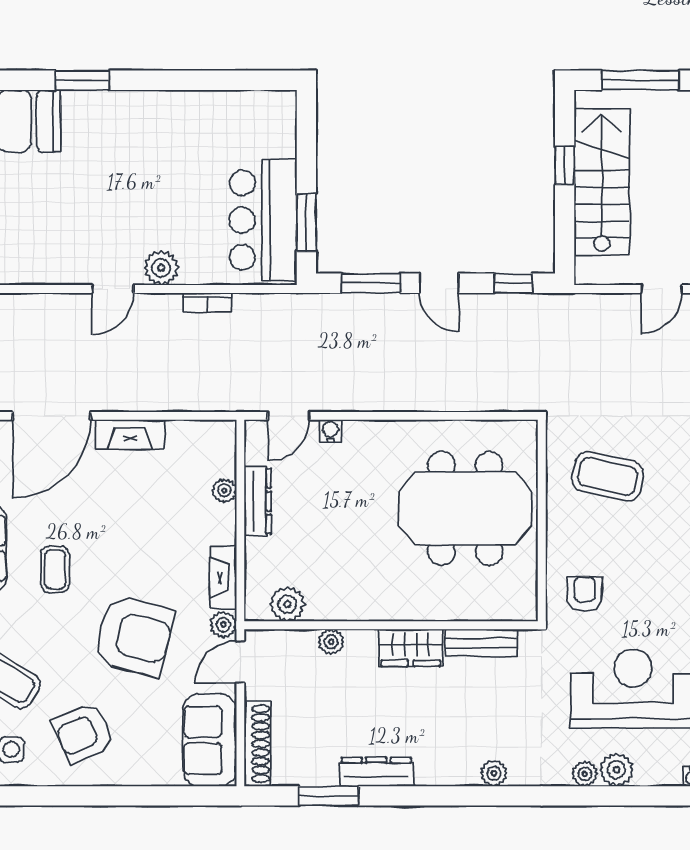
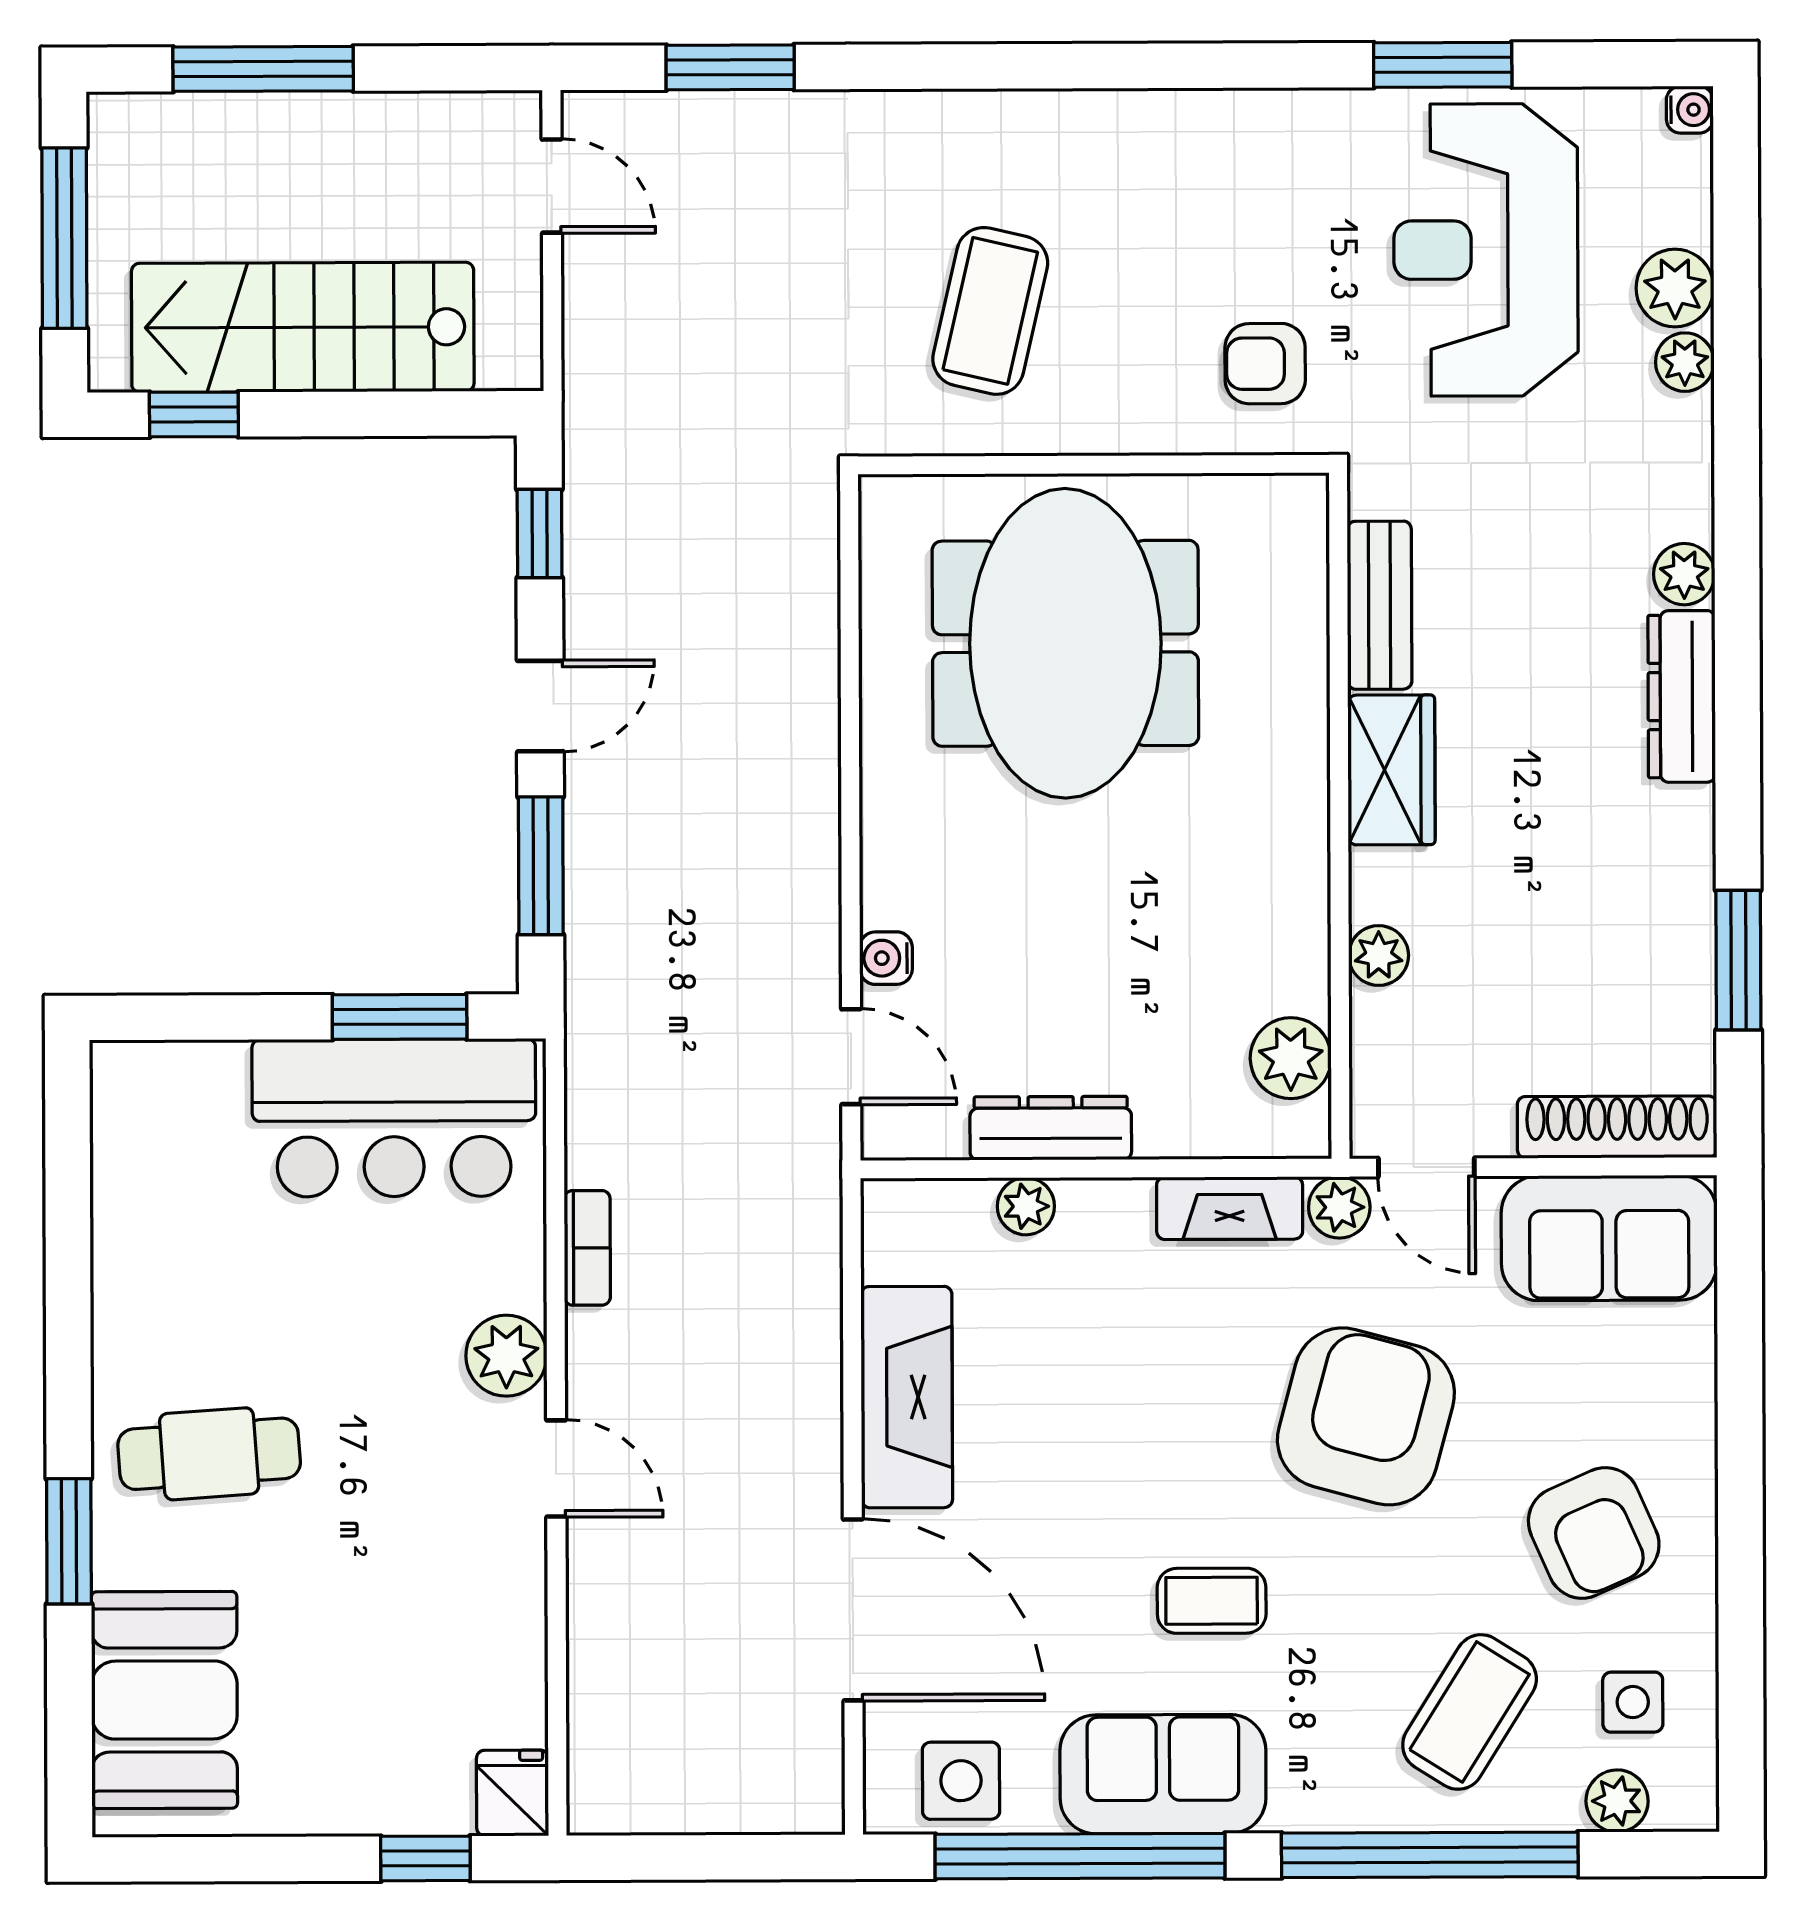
cafe table: (120, 140) -> (209, 1454), added
window: (565, 166) -> (194, 414), moved
fireplace: (130, 434) -> (907, 1397), width x1.37, depth x1.32
dresser: (376, 772) -> (1682, 696), moved

